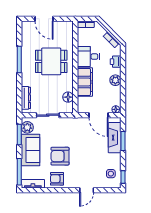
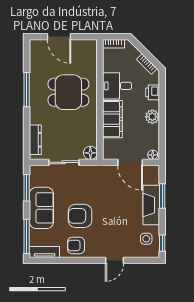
floor lamp: (68, 97) -> (90, 153), moved
plant: (27, 127) -> (37, 178), removed
fireplace: (115, 138) -> (151, 205), moved

